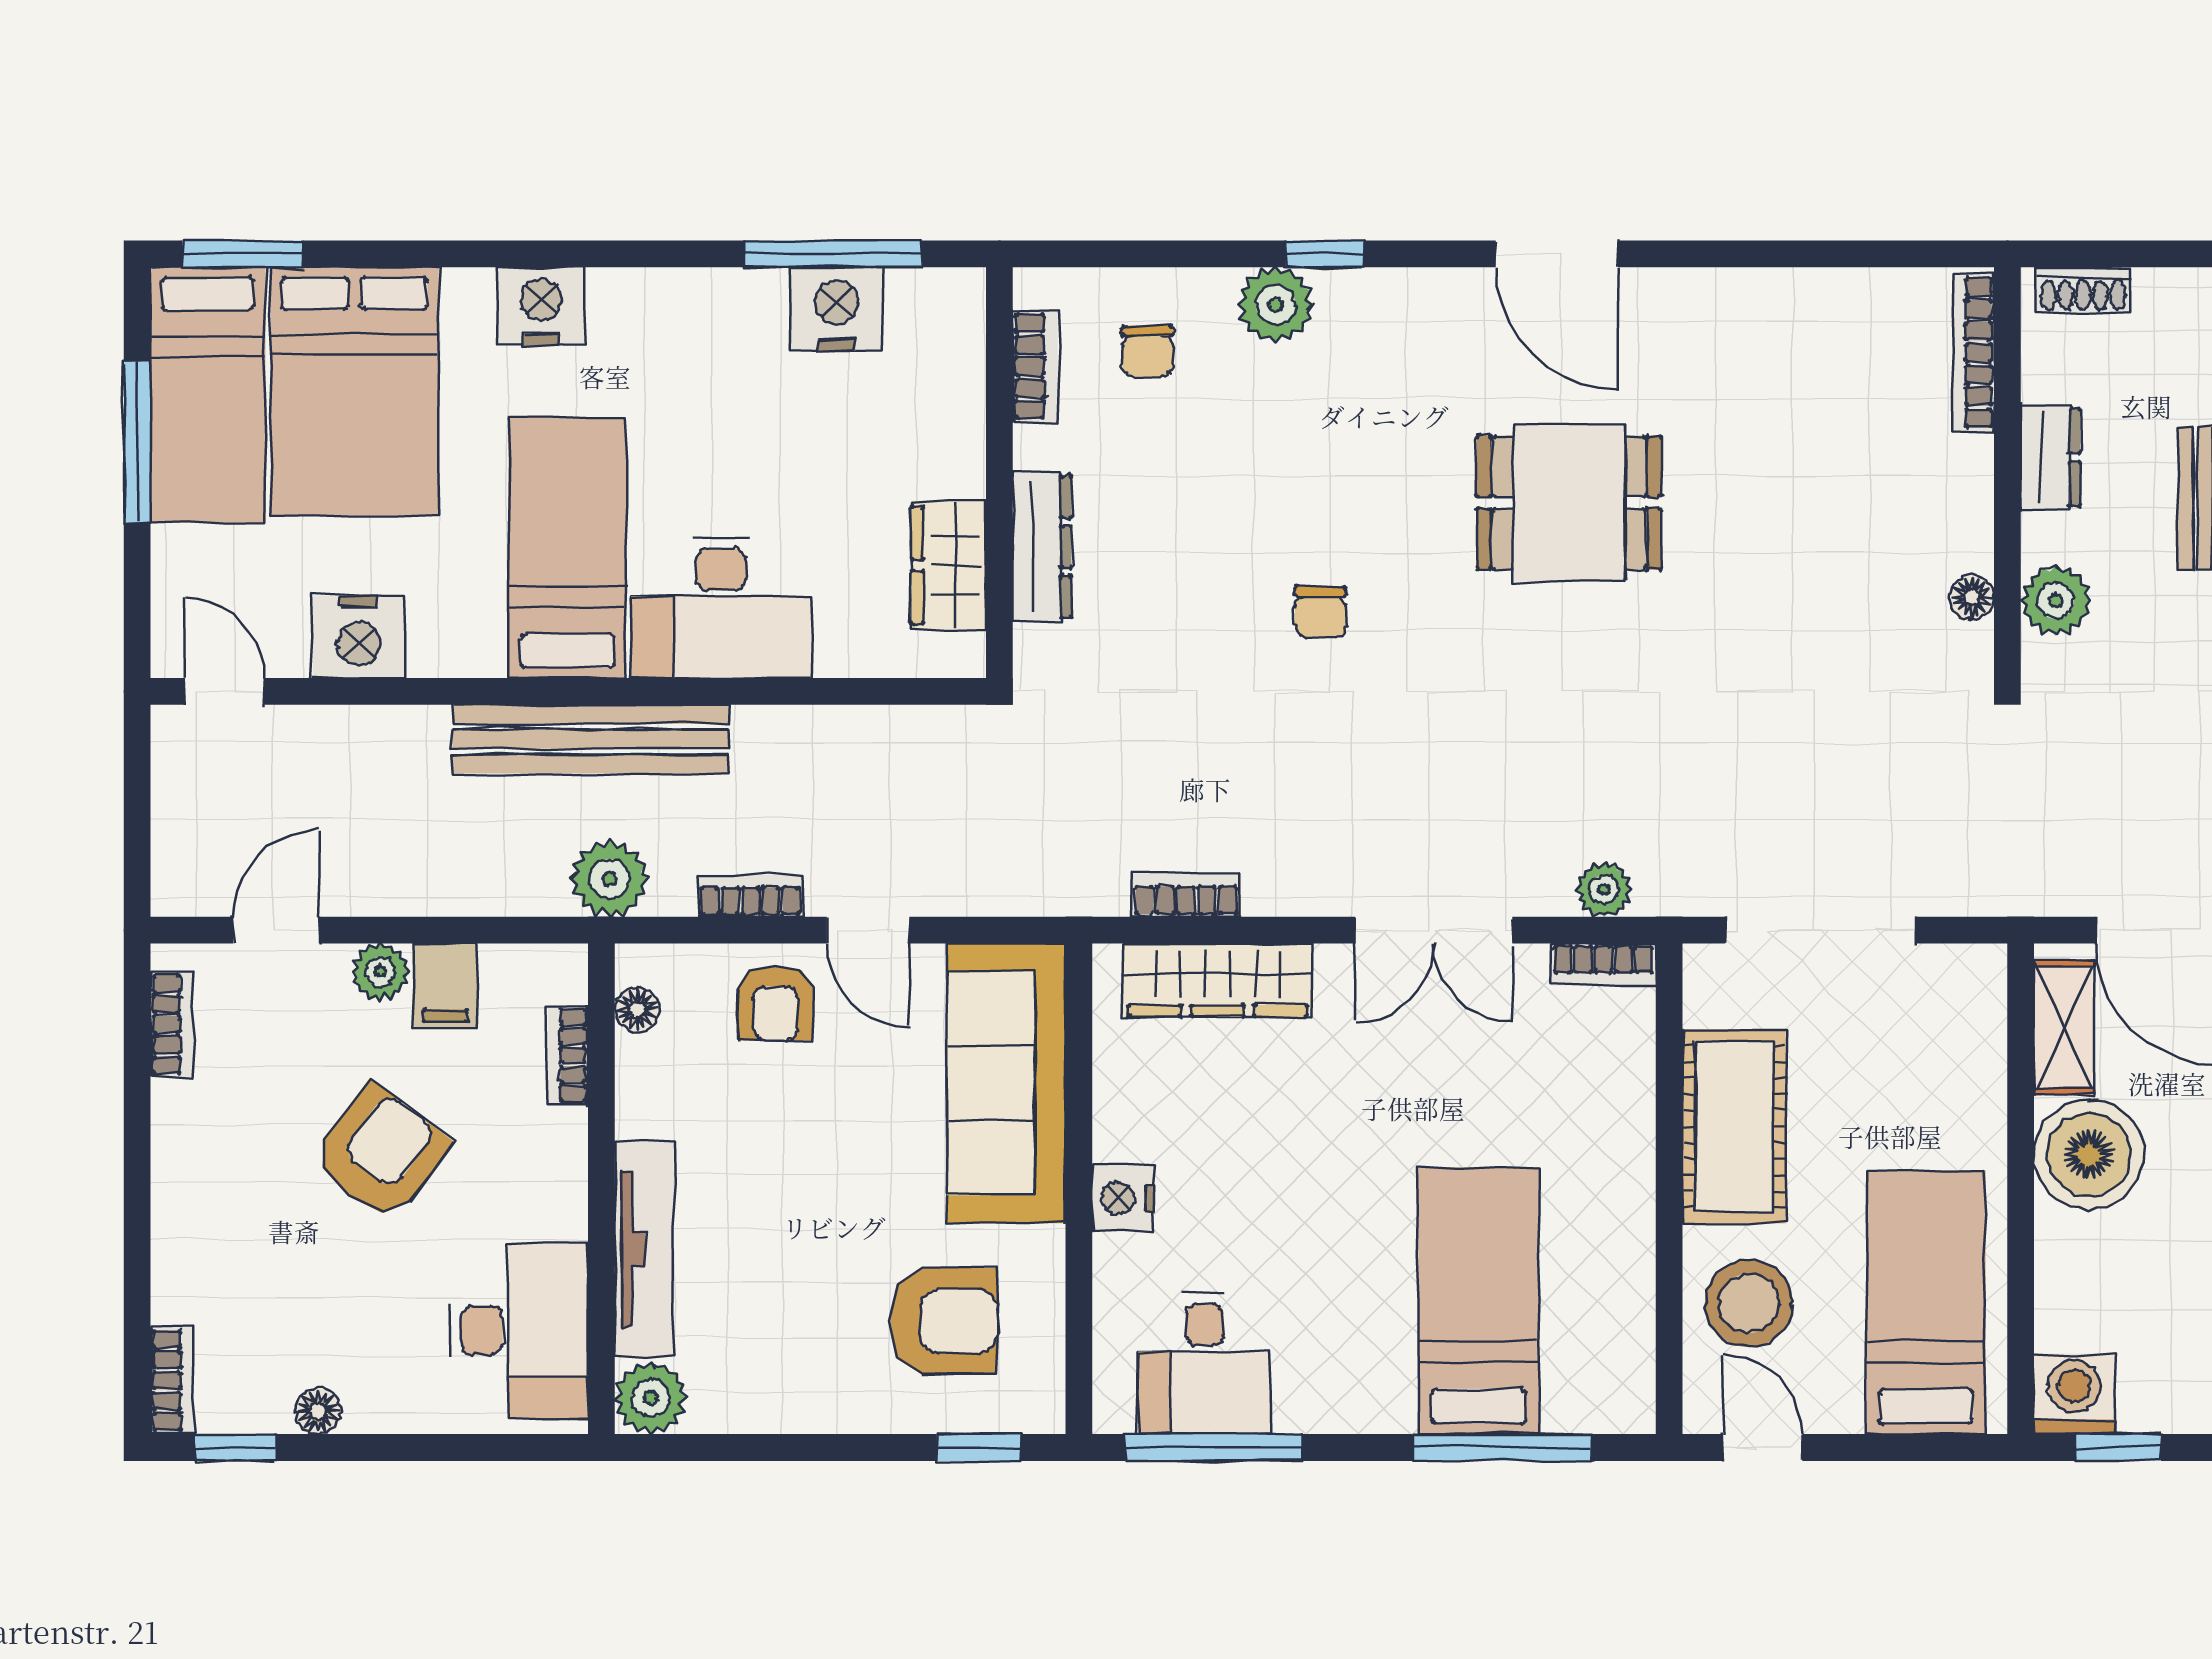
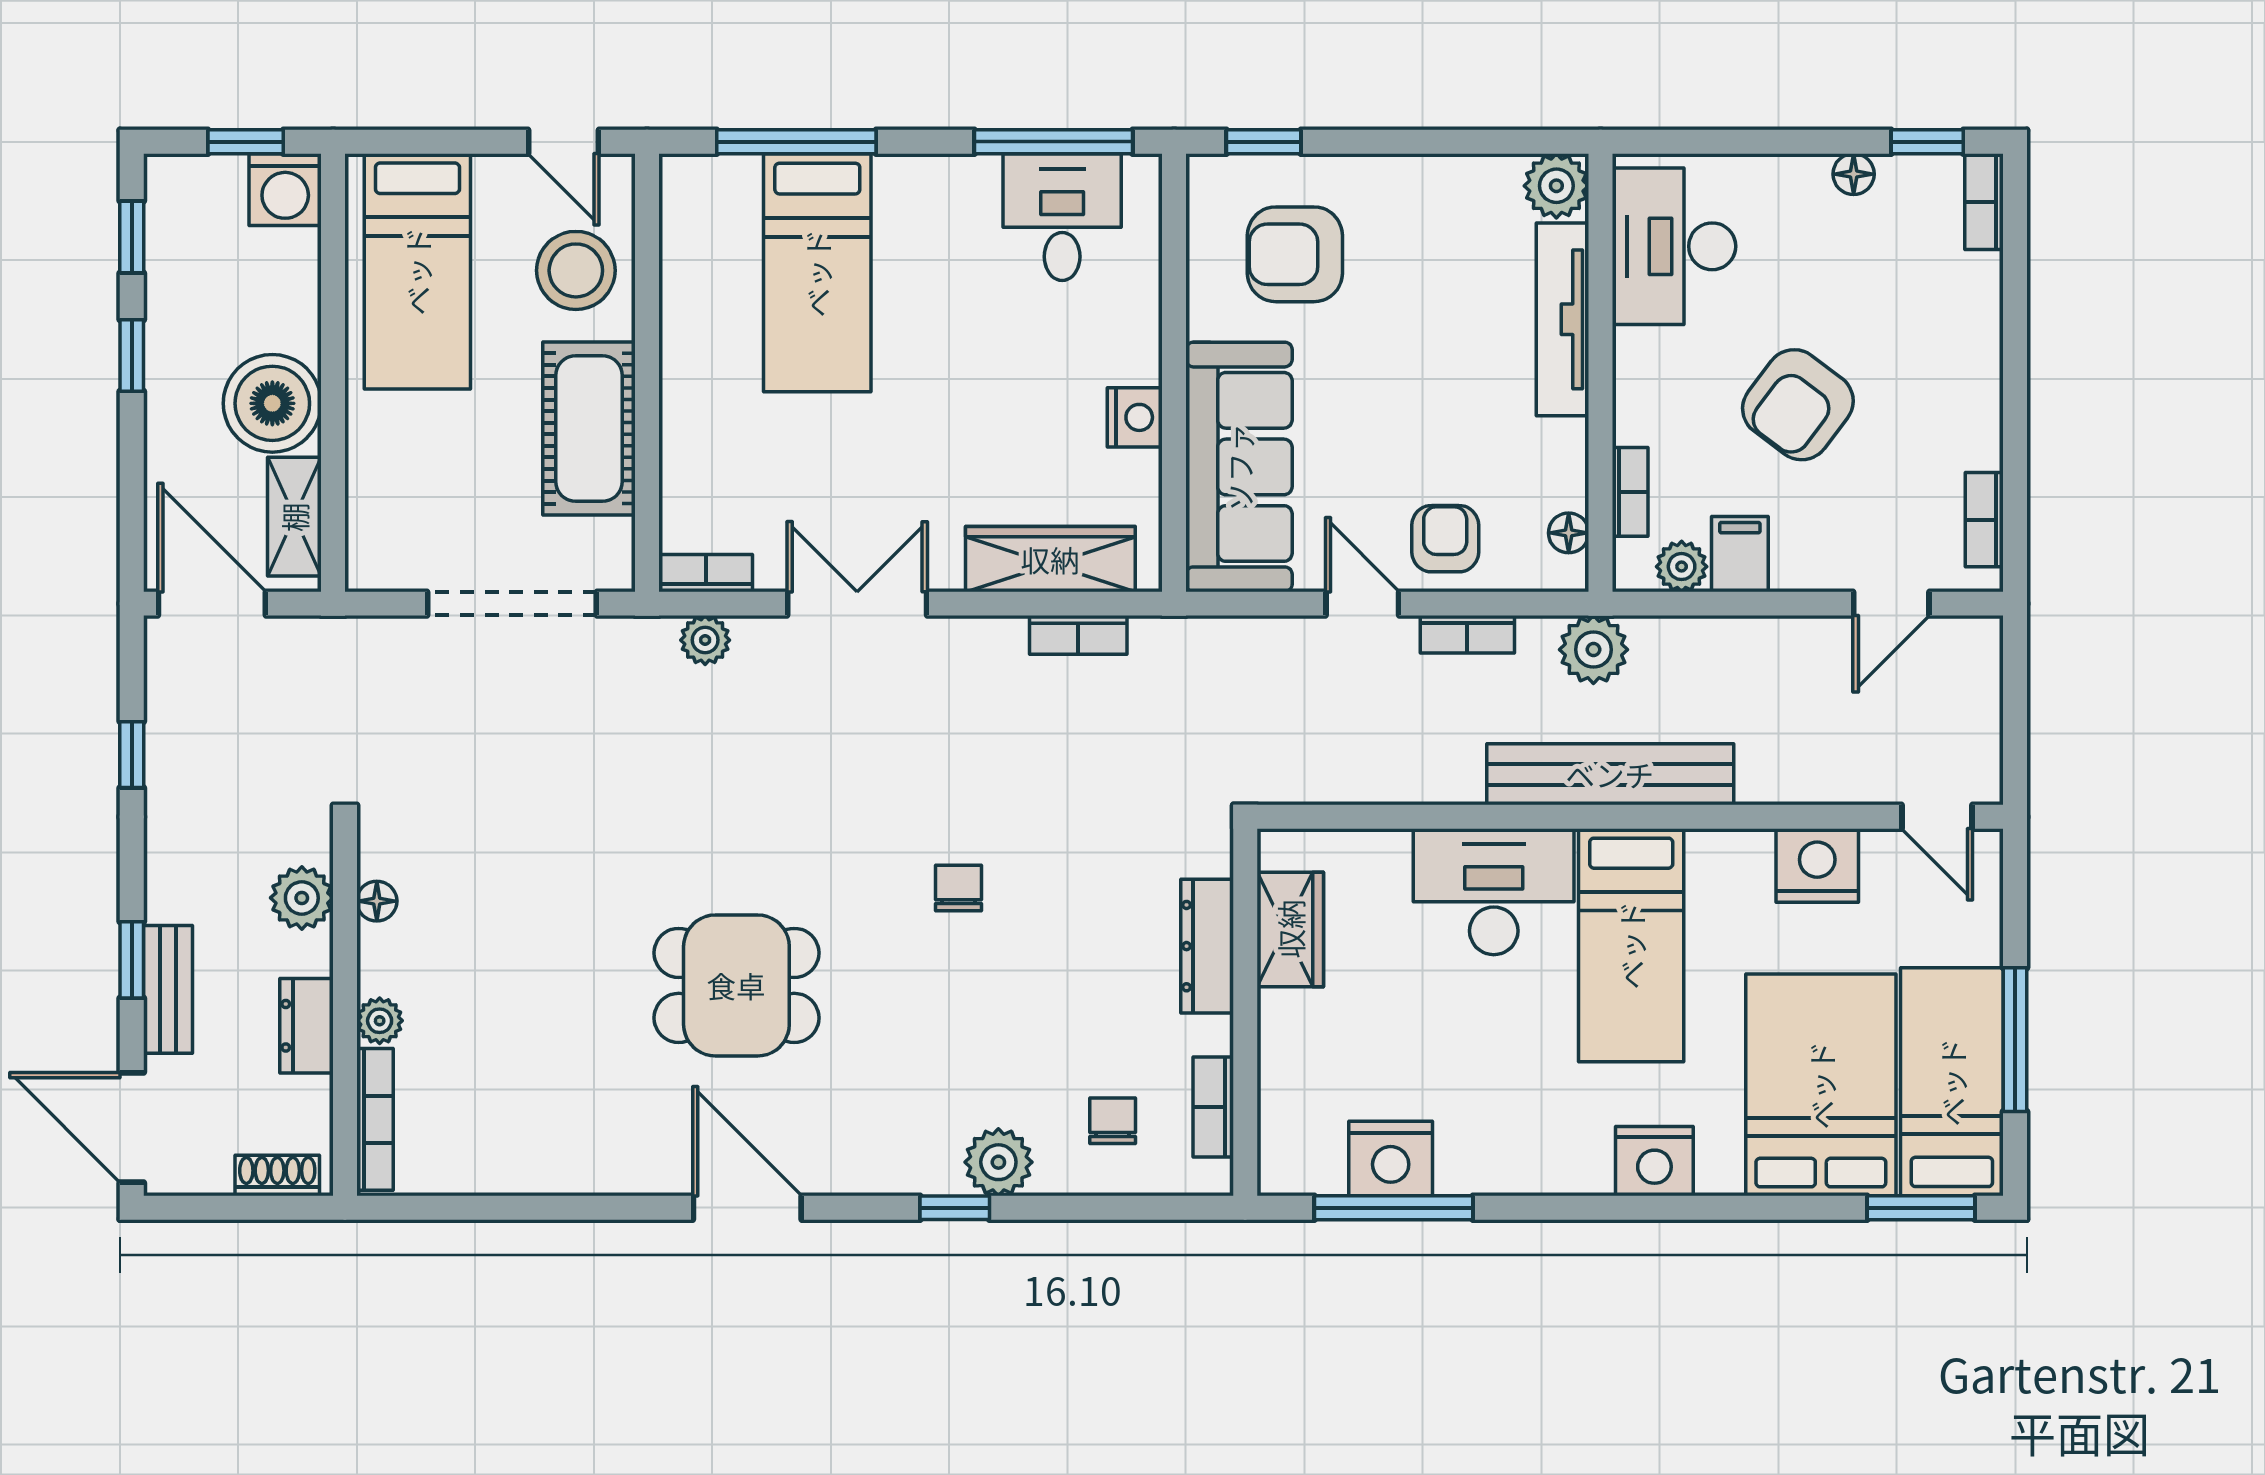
plant: (1969, 463) -> (380, 1021), added
plant: (380, 972) -> (1682, 567), moved
nightstand: (1123, 1198) -> (1135, 417), moved

